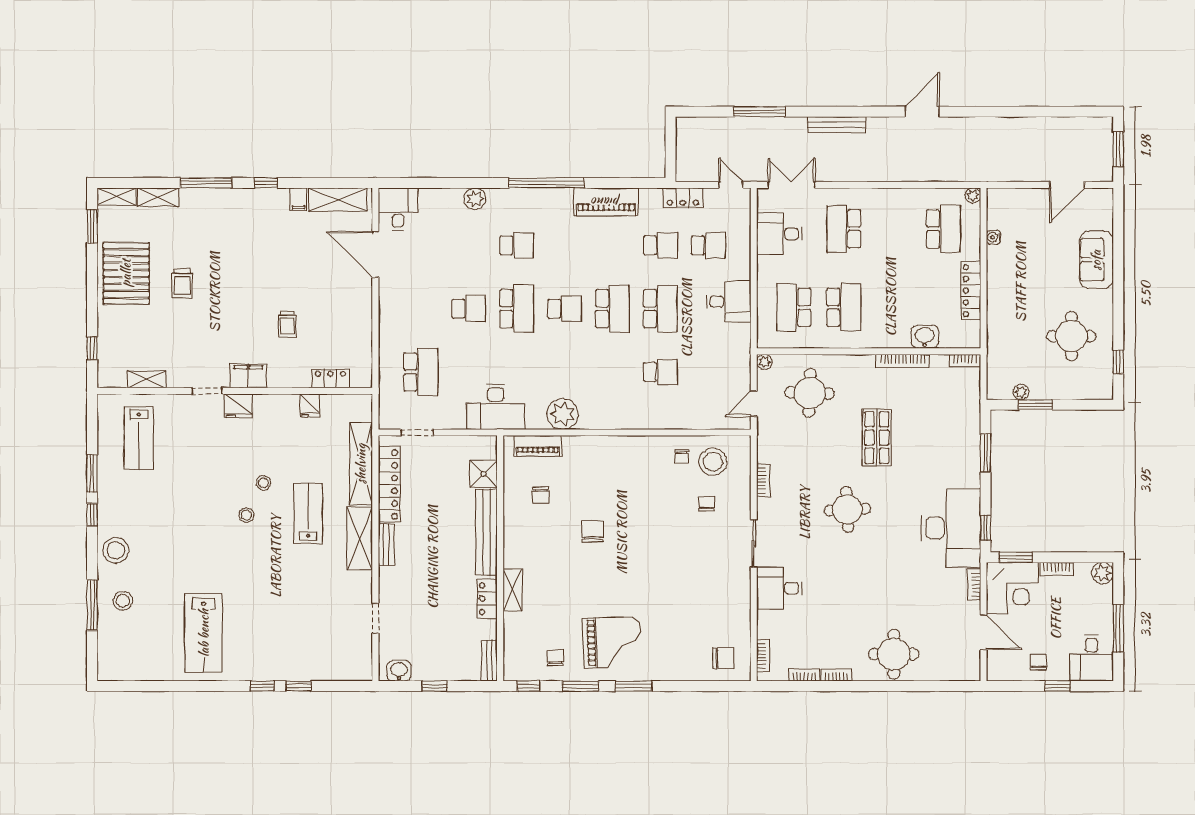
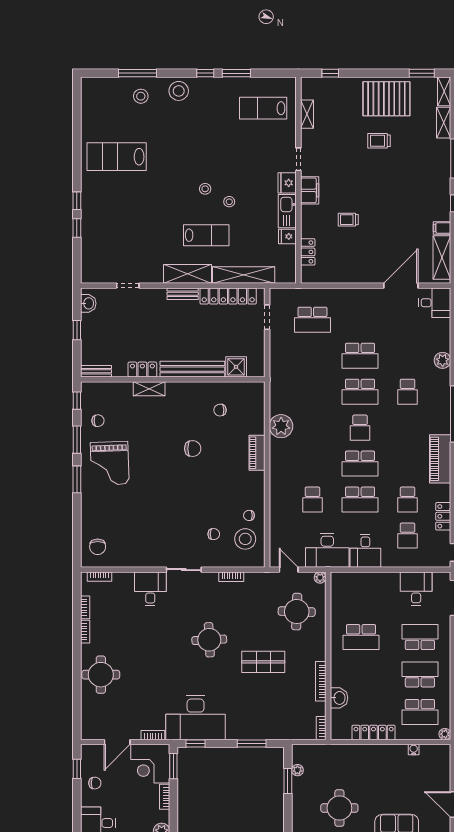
school desk: (794, 307) -> (420, 674), moved
school desk: (469, 309) -> (360, 356), width x1.85
kitchen sink: (276, 406) -> (287, 211), added
desk: (496, 407) -> (327, 550), moved, turned -90
piano: (538, 446) -> (257, 453), moved
window: (1058, 686) -> (77, 769), moved

